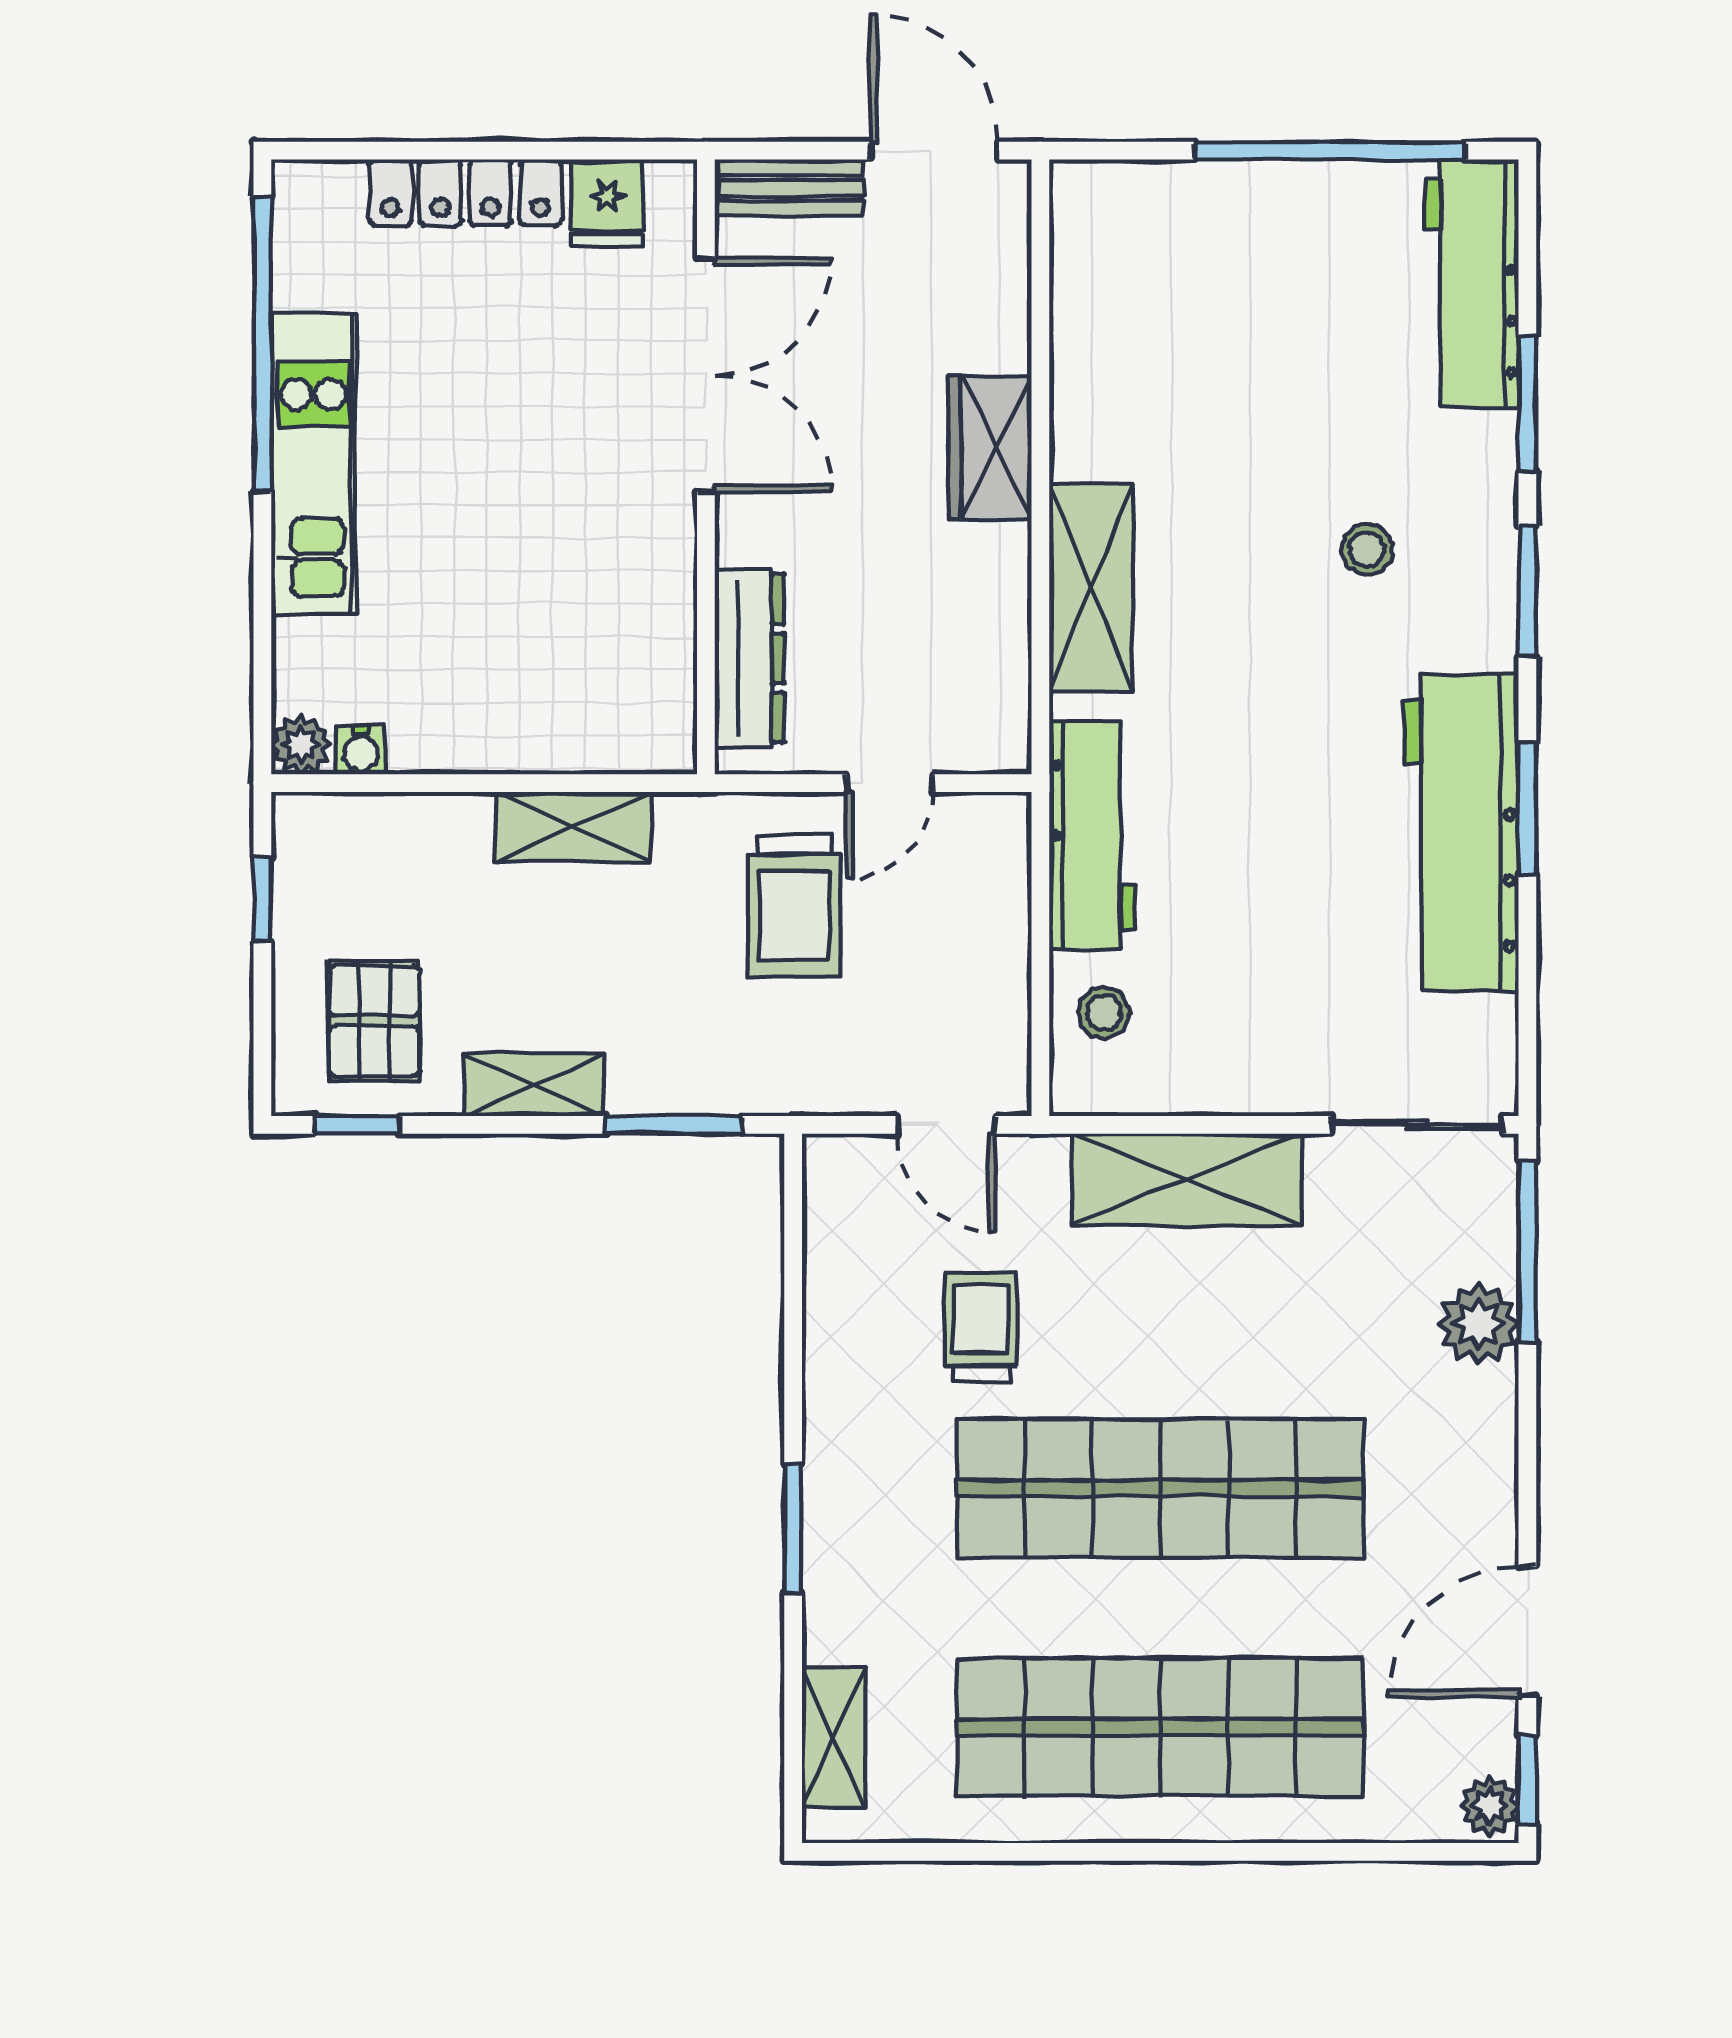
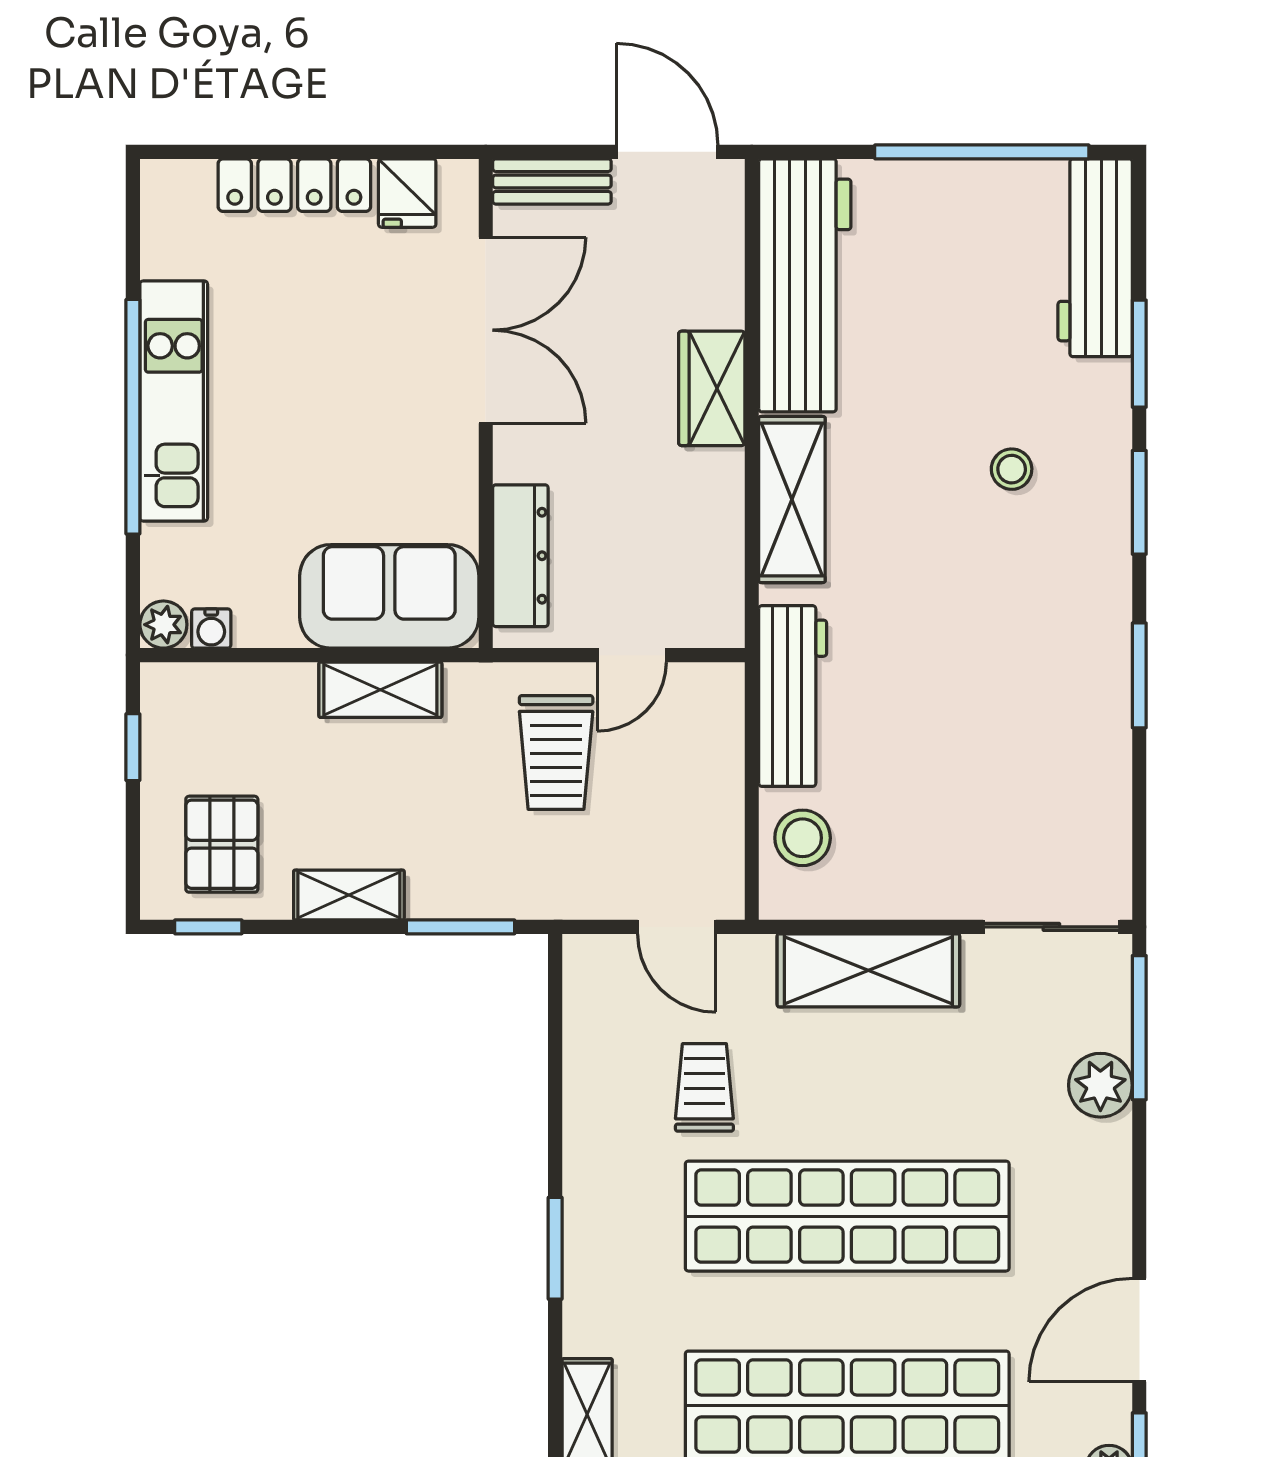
window: (262, 344) -> (133, 417), moved
sofa: (585, 709) -> (389, 596), added
workbench: (1461, 833) -> (805, 285), moved, turned 180
stool: (1104, 1013) -> (803, 838), width x1.37, depth x1.37

